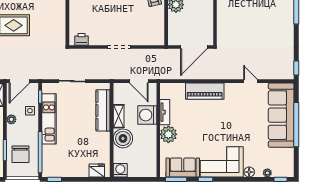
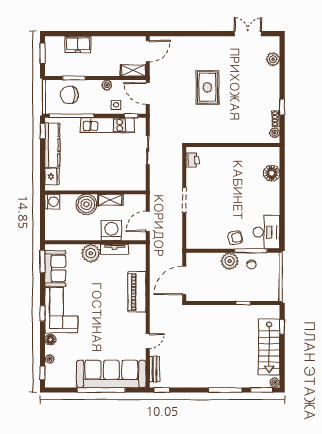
door: (194, 47) -> (184, 280), hinge flipped
bench: (277, 75) -> (155, 369), added
kitchen counter: (103, 110) -> (52, 145), moved, turned 90
window: (205, 179) -> (43, 313), moved

